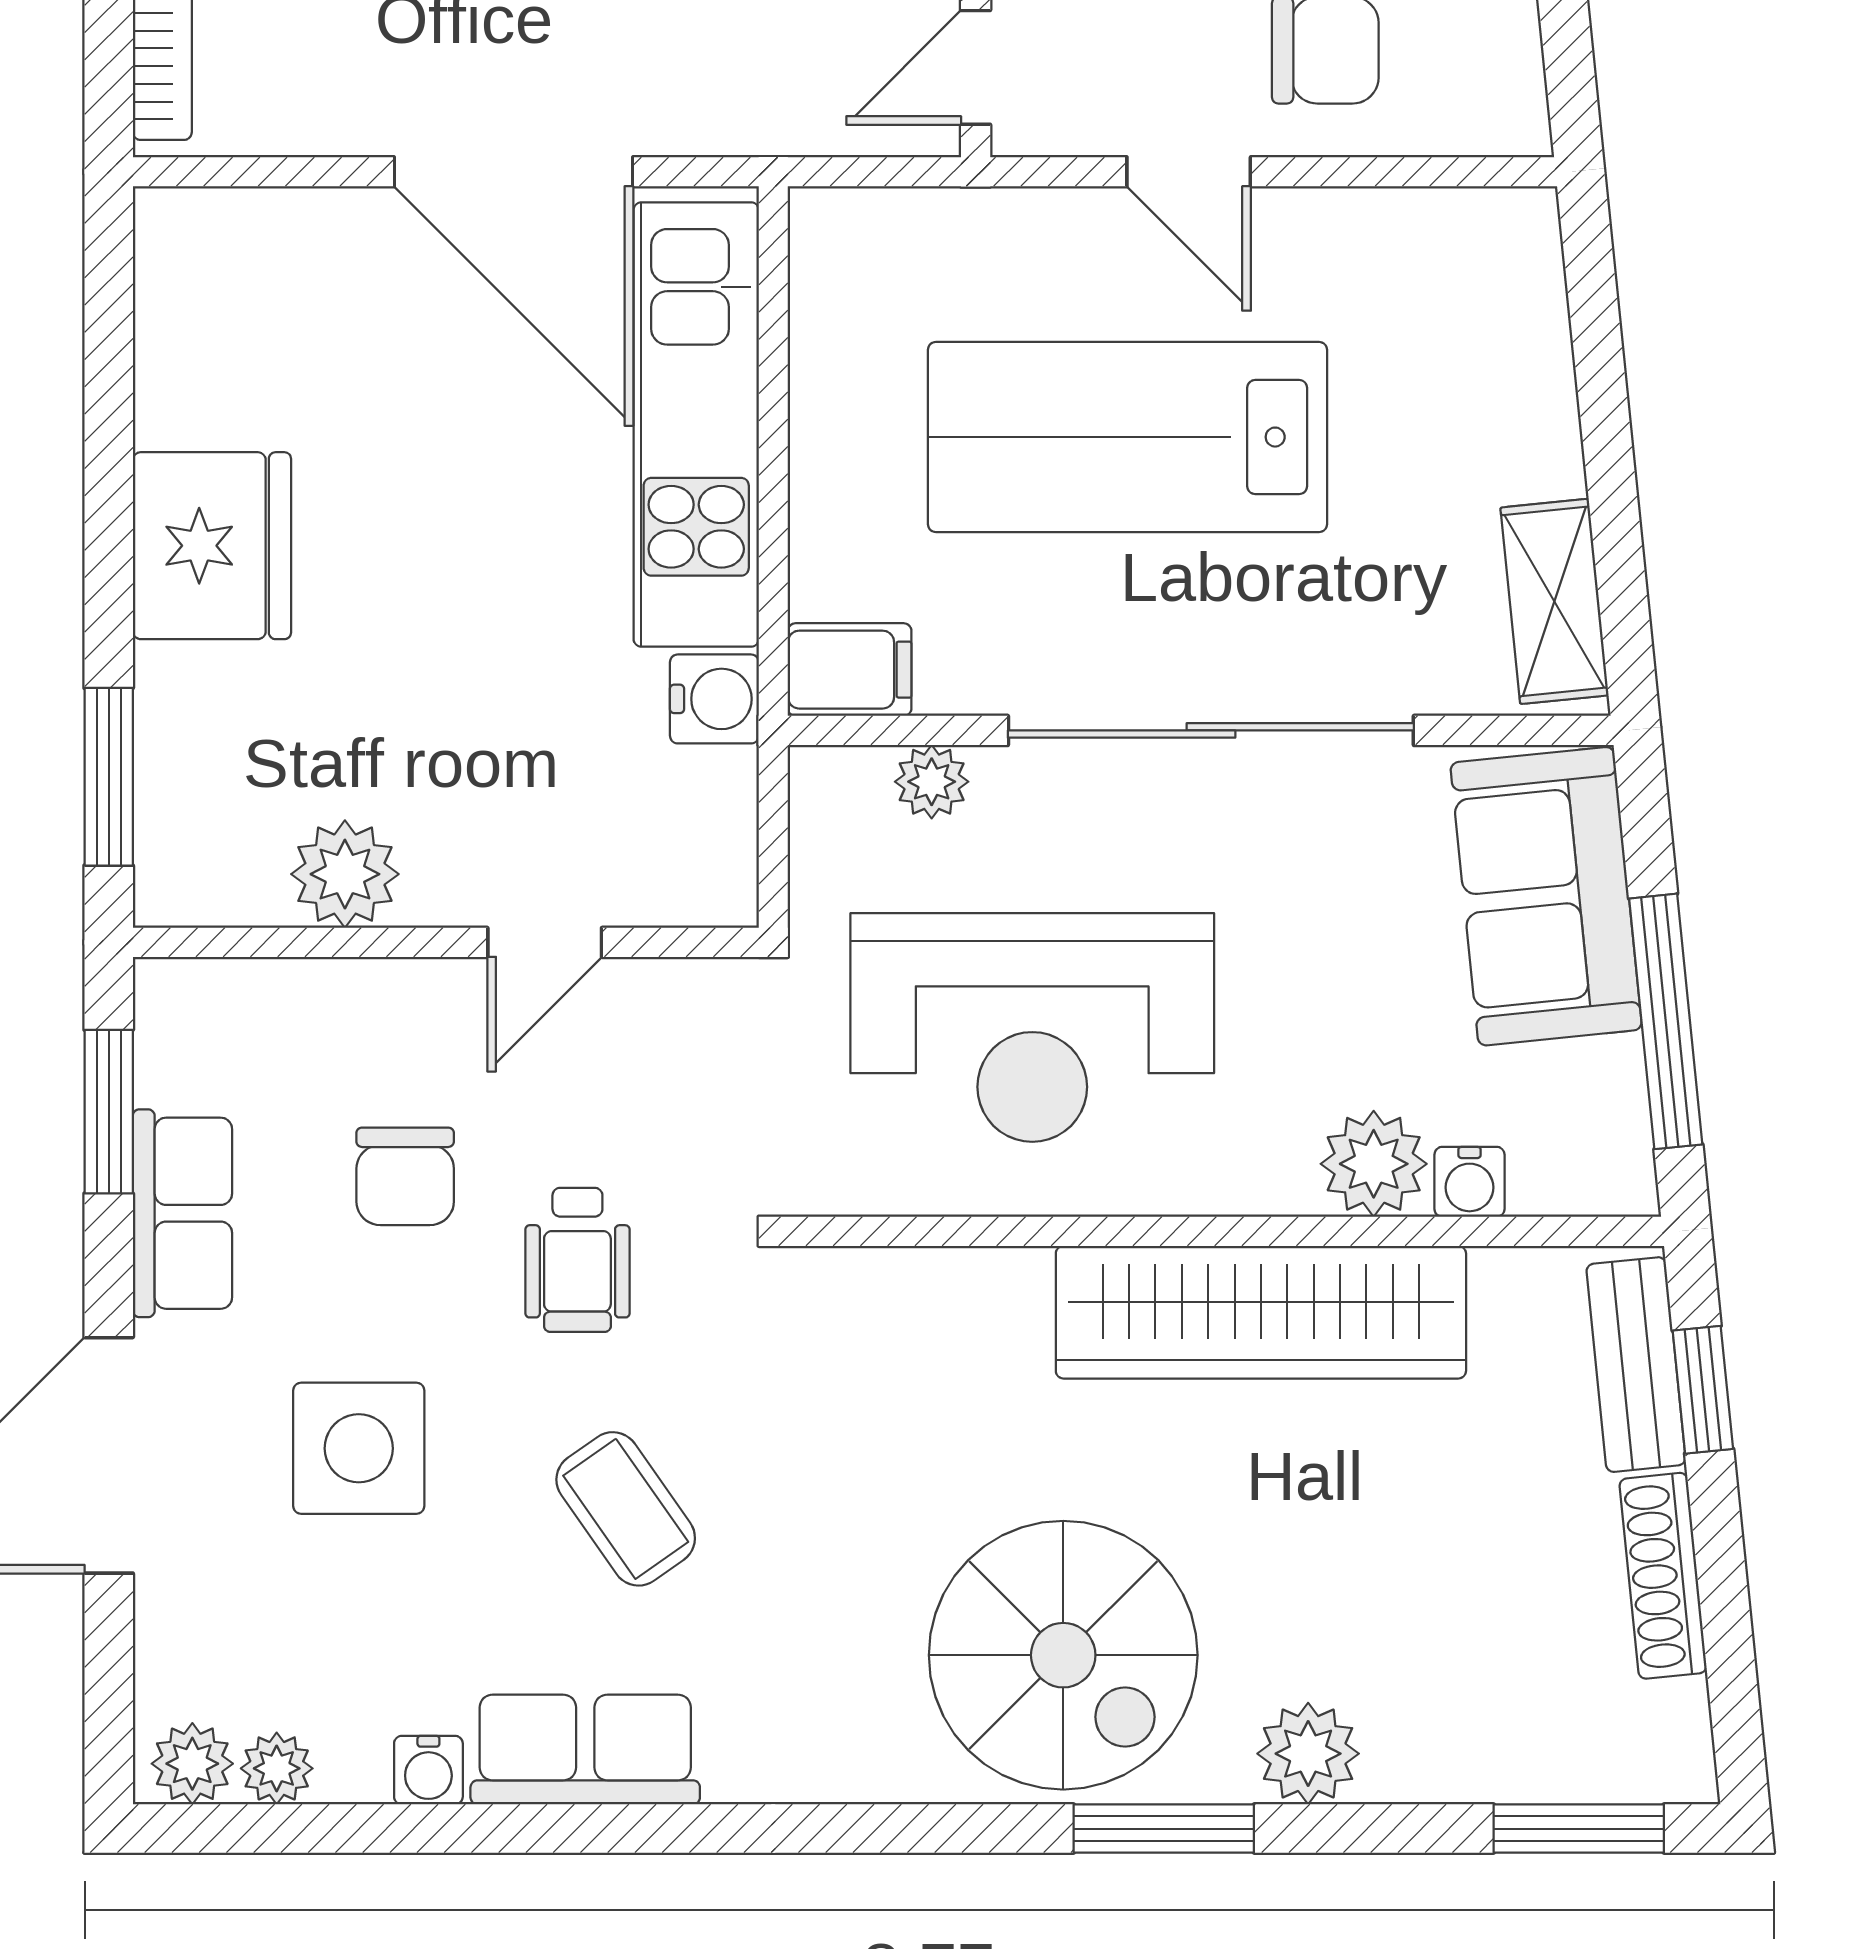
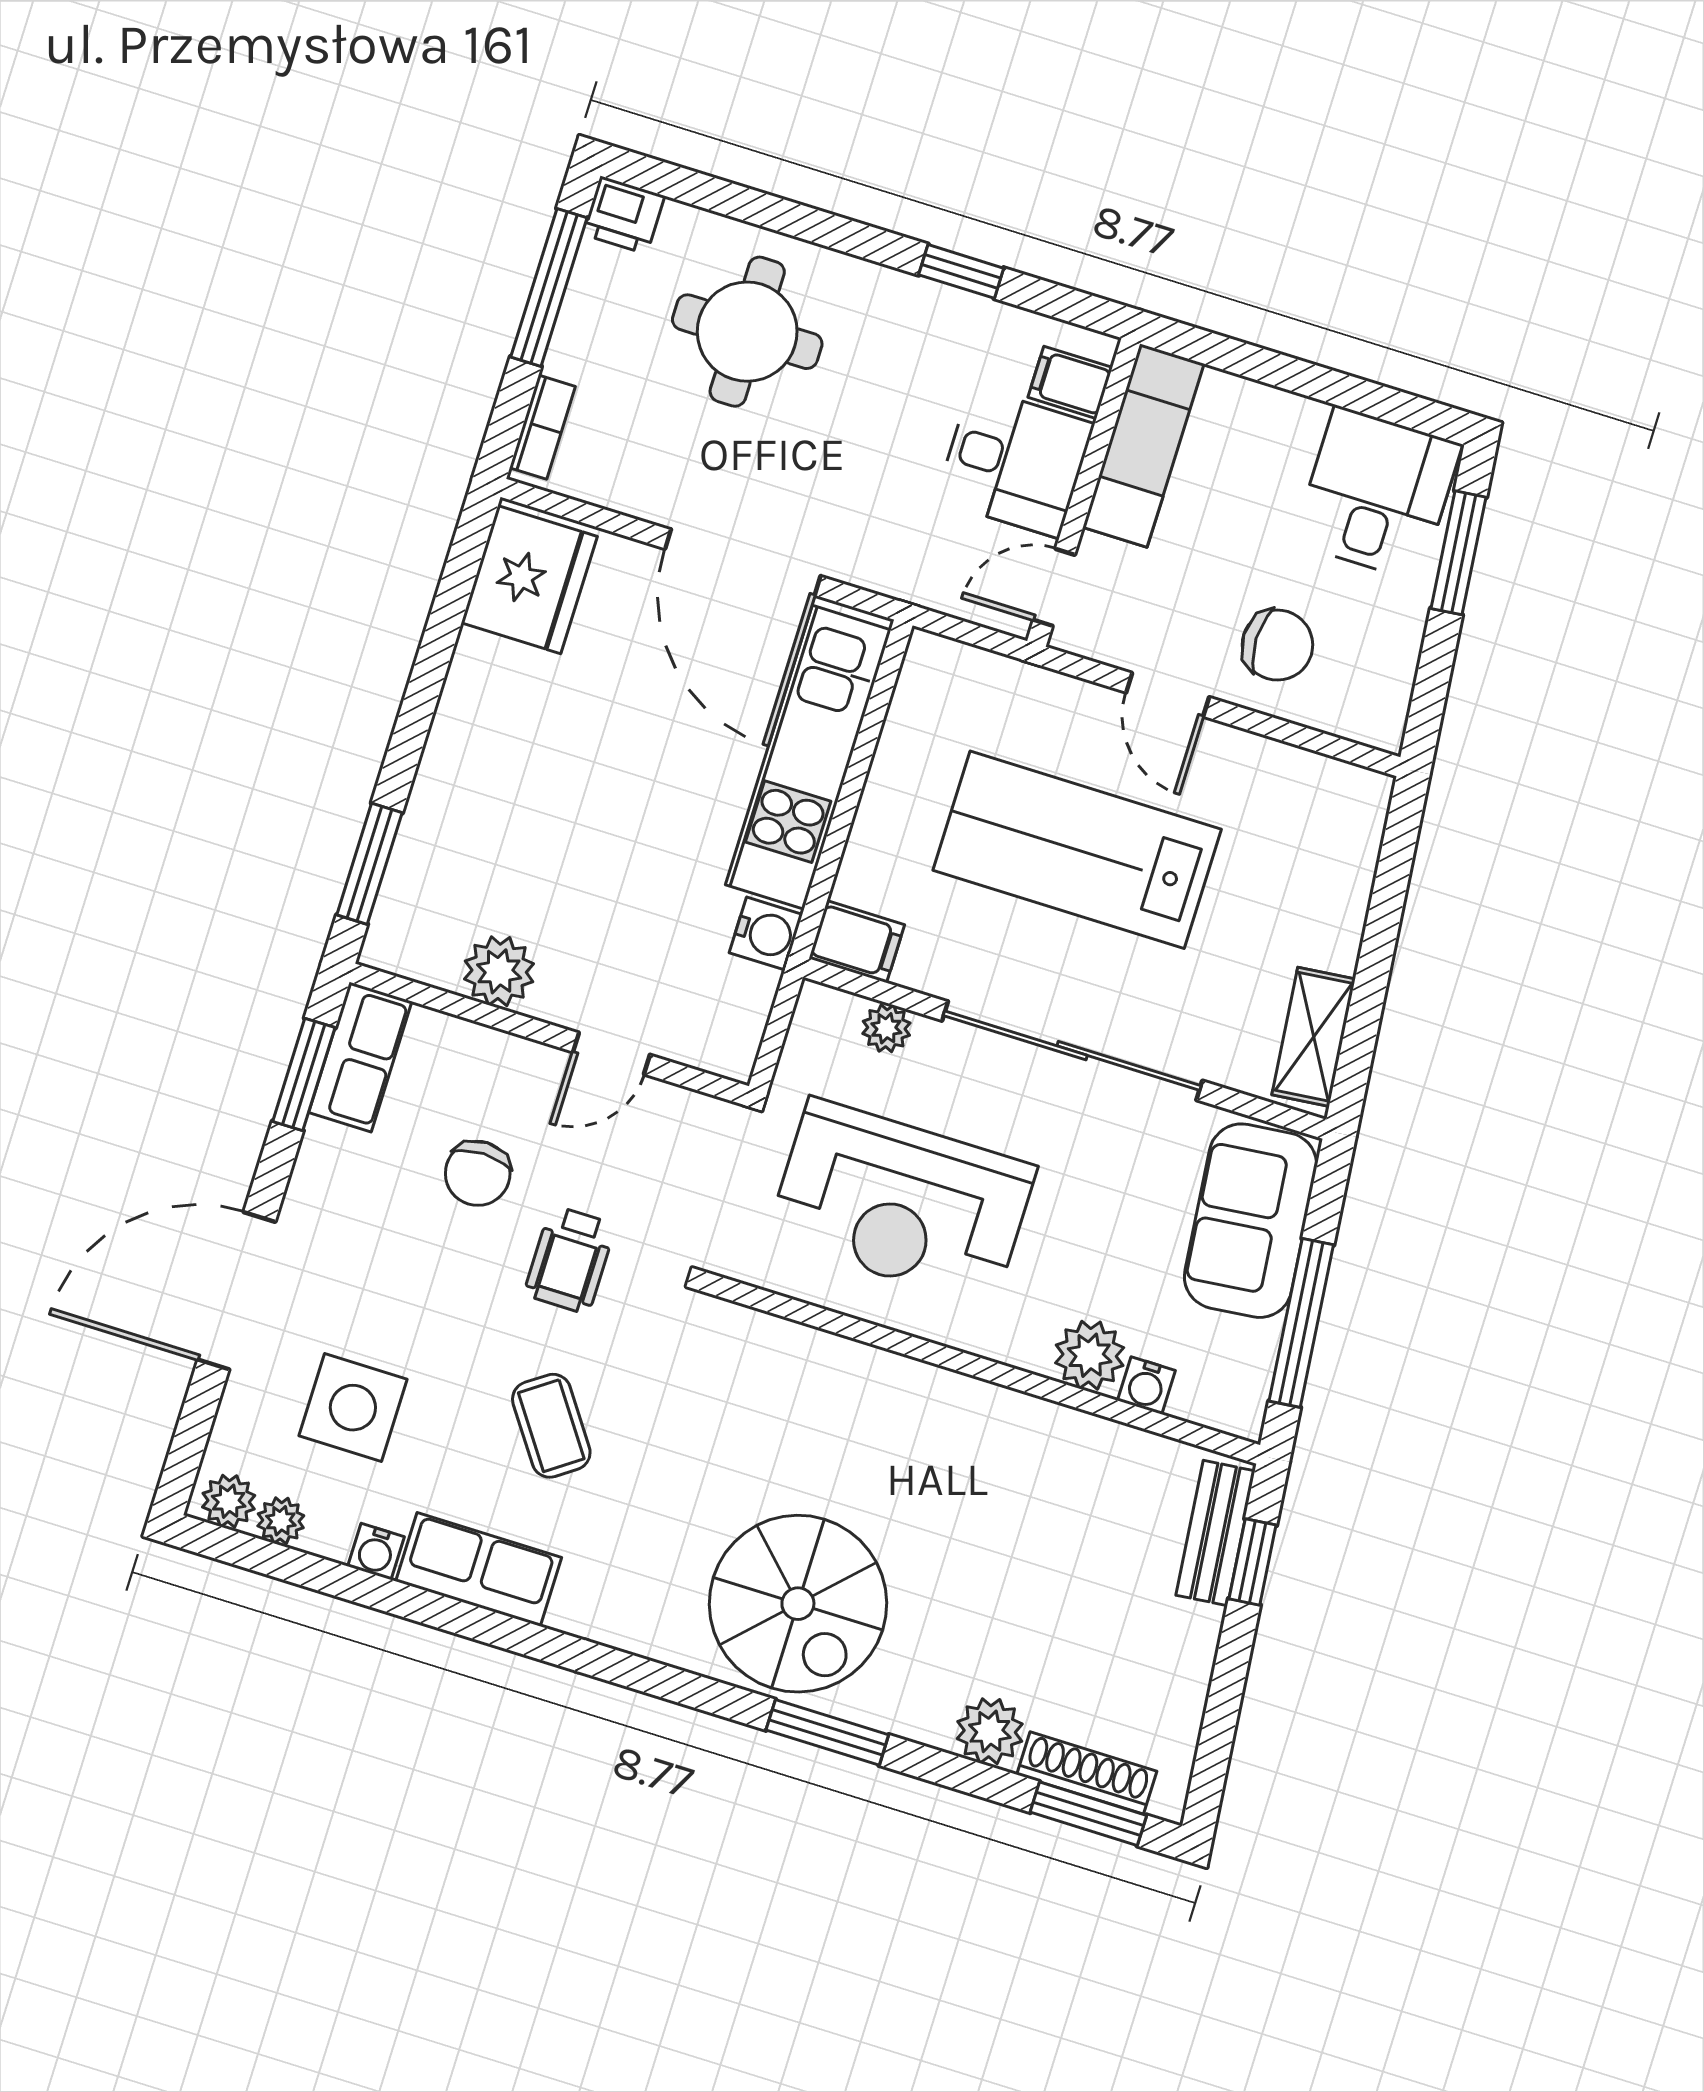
fridge: (212, 546) -> (529, 580), moved
row of seats: (182, 1213) -> (360, 1057), moved
wardrobe: (1261, 1312) -> (990, 1427), removed
side table: (359, 1448) -> (353, 1408), moved
shoe rack: (1663, 1576) -> (1087, 1773), moved, turned 96
plant: (1308, 1754) -> (990, 1731), moved

